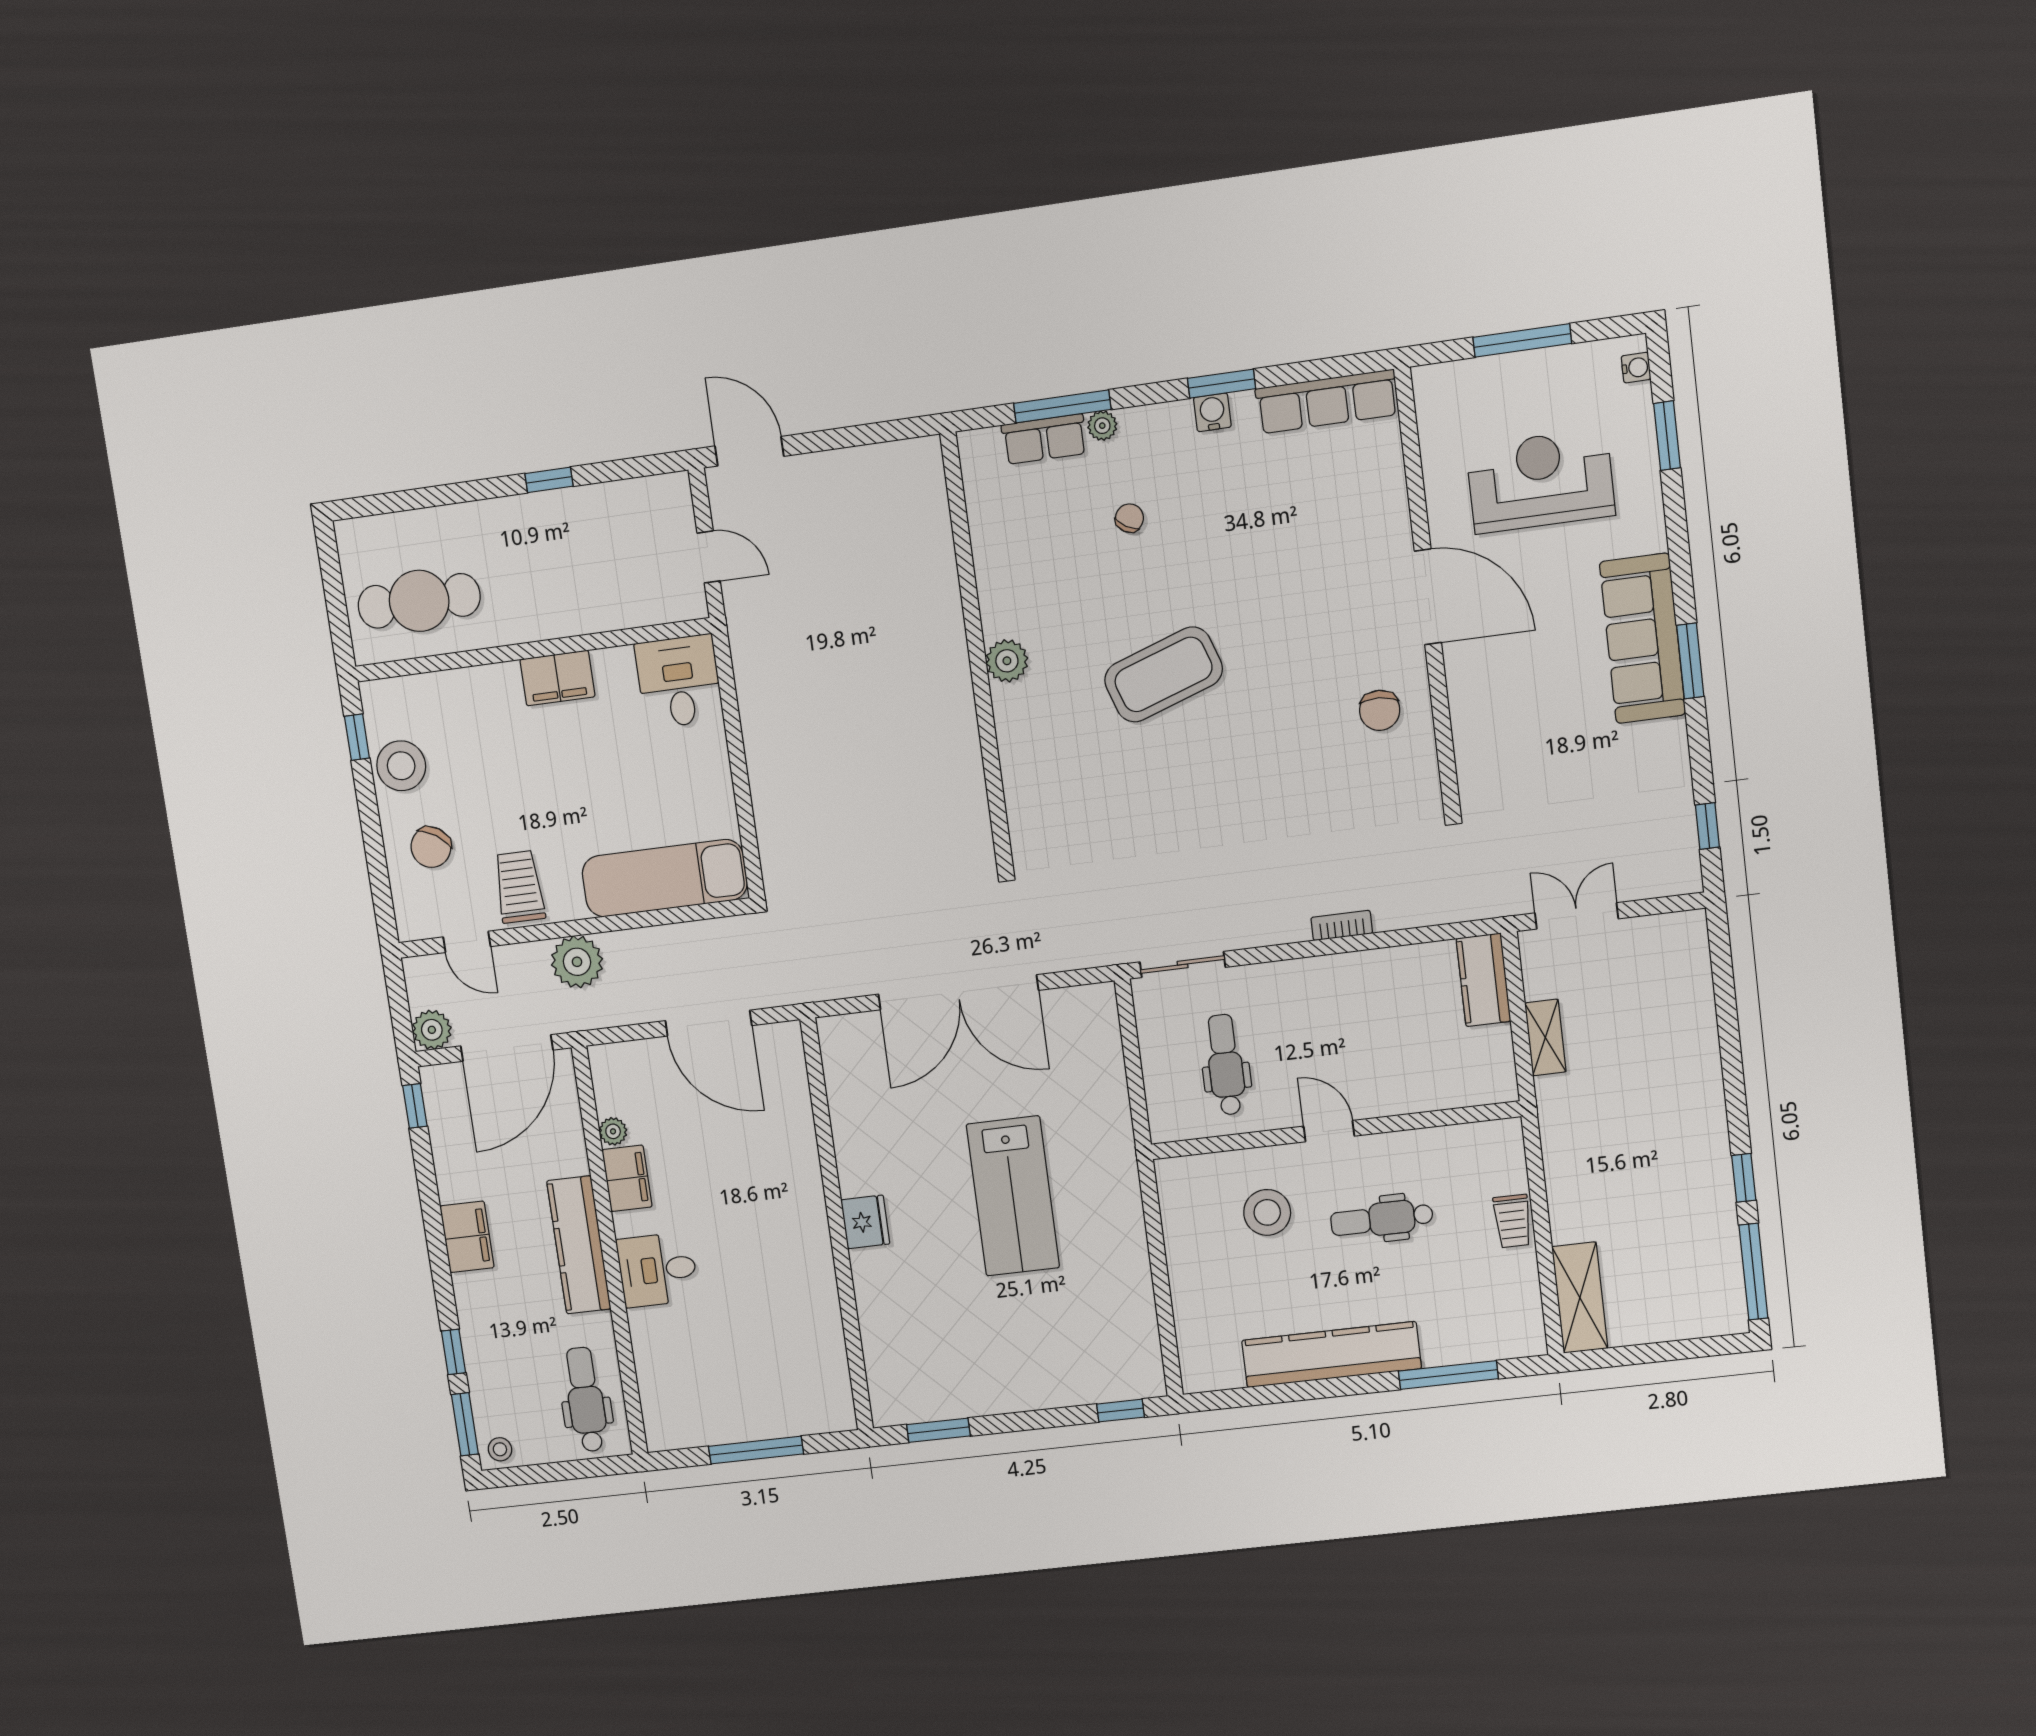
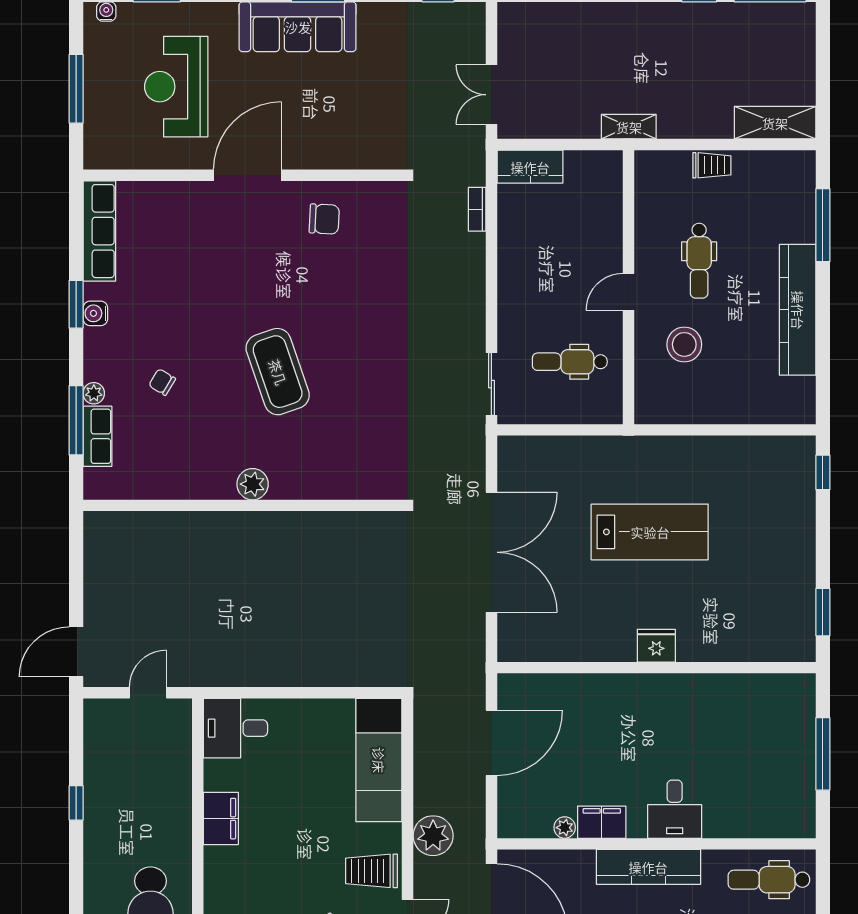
bookcase: (1342, 925) -> (477, 209), moved
shelving: (1545, 1037) -> (629, 127), moved

